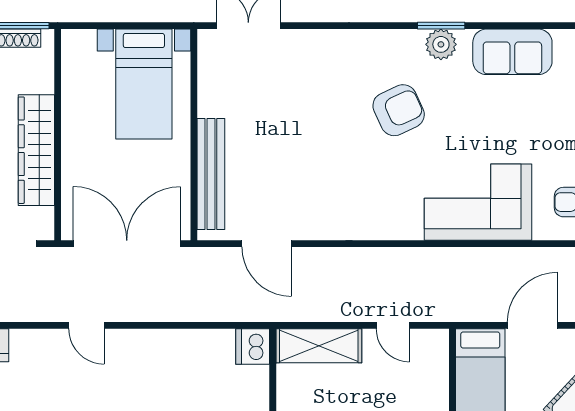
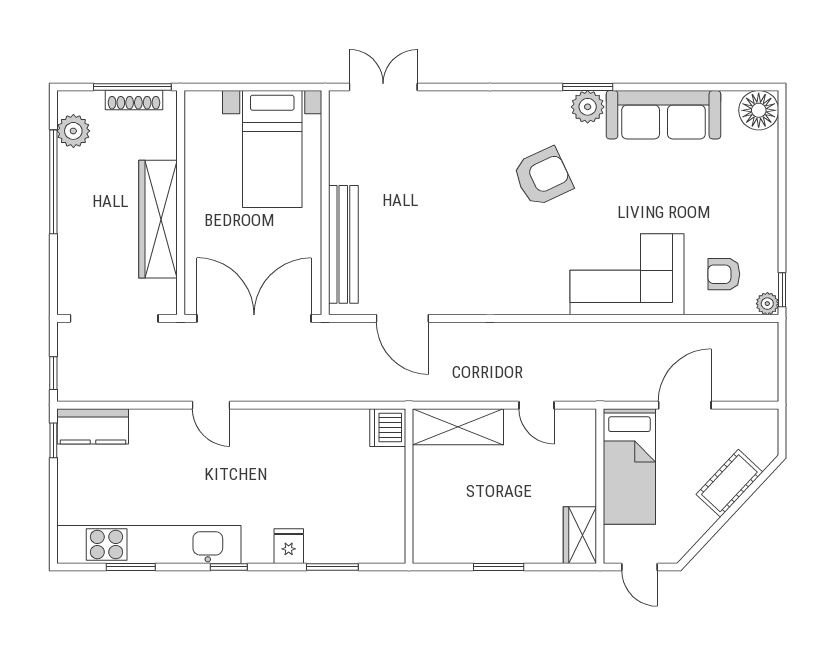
sofa: (512, 52) -> (663, 115), width x1.36

